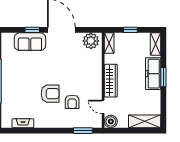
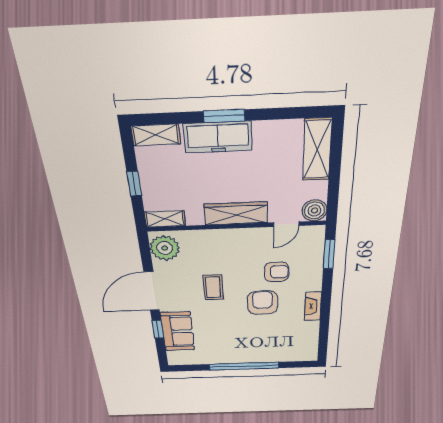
coffee table: (63, 66) -> (213, 287), added
fireplace: (23, 123) -> (313, 306), moved

